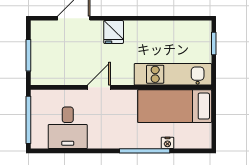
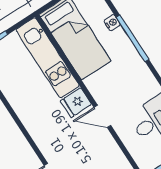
fridge: (114, 32) -> (76, 103), moved, turned 180

